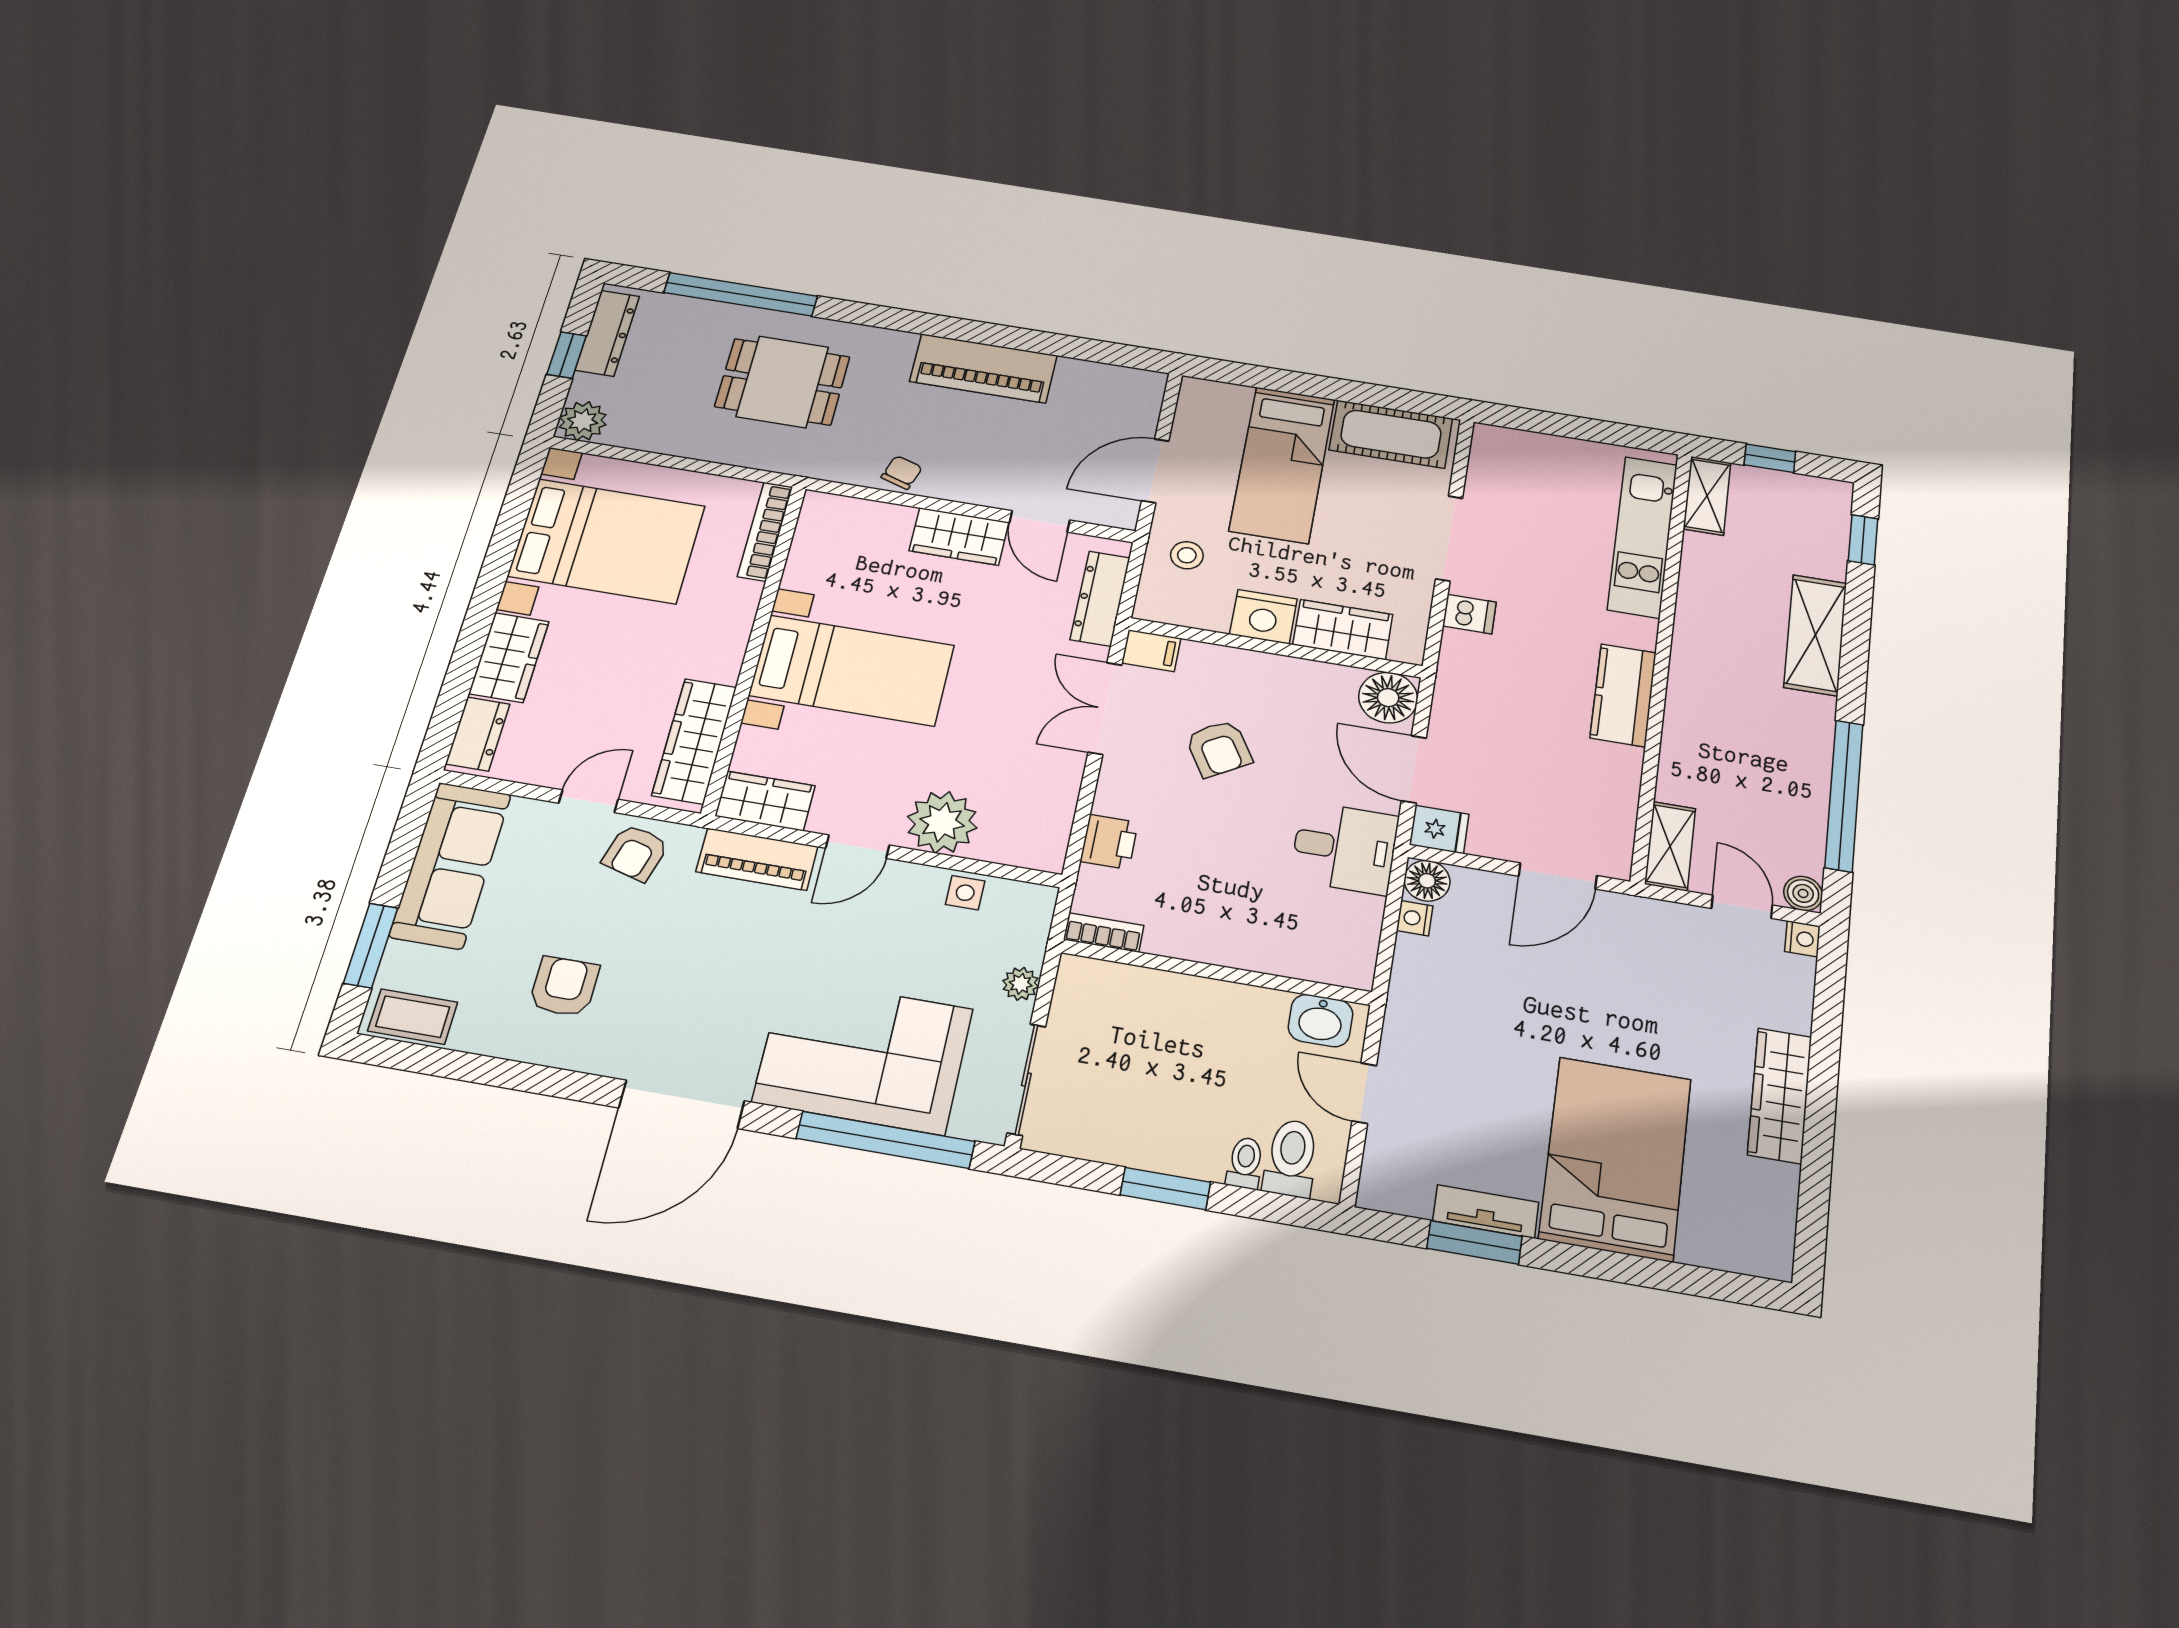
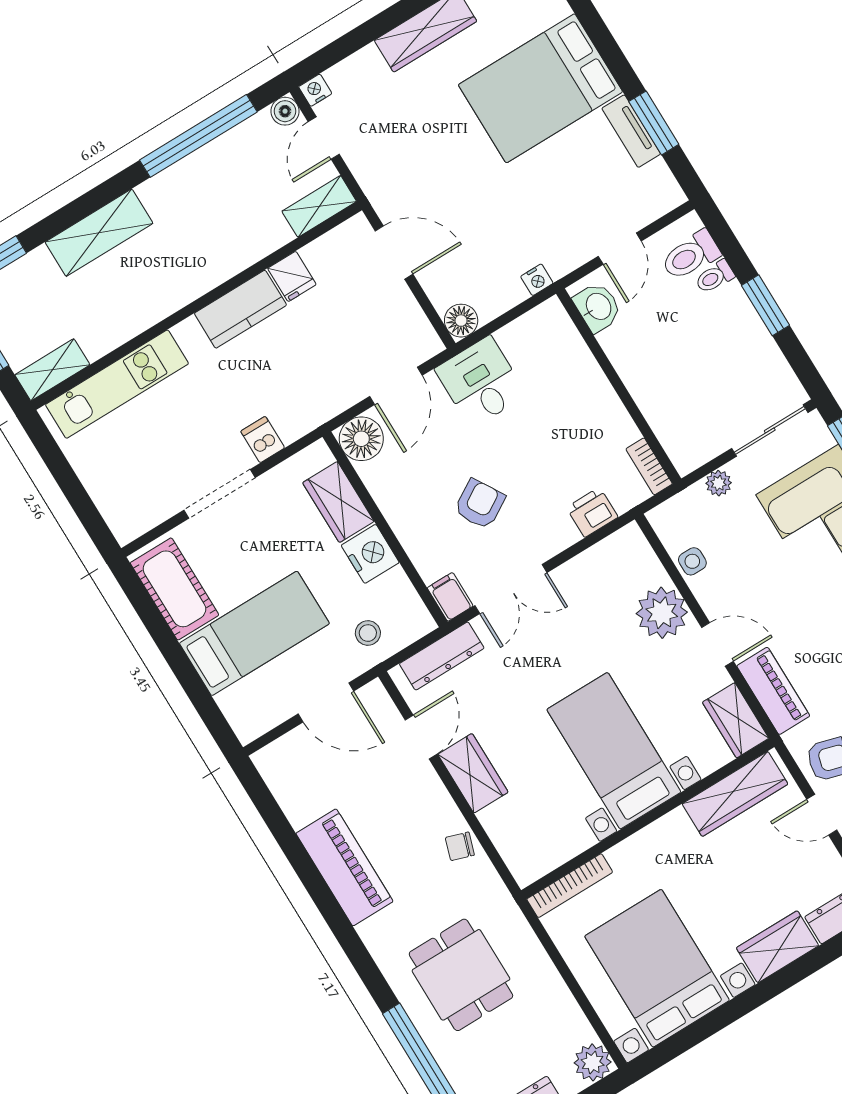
fridge: (1439, 829) -> (292, 276), moved, turned 180
nightstand: (1415, 918) -> (537, 280), moved

